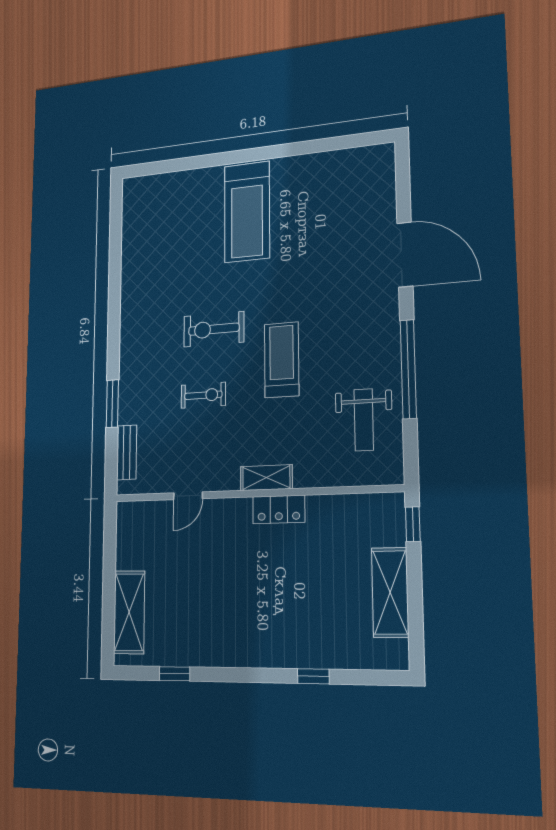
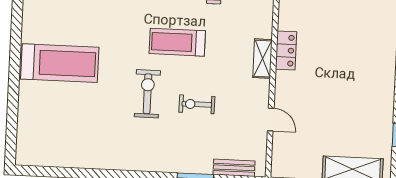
exercise bike: (214, 329) -> (147, 94), turned 180
exercise bike: (203, 395) -> (197, 104), turned -90

